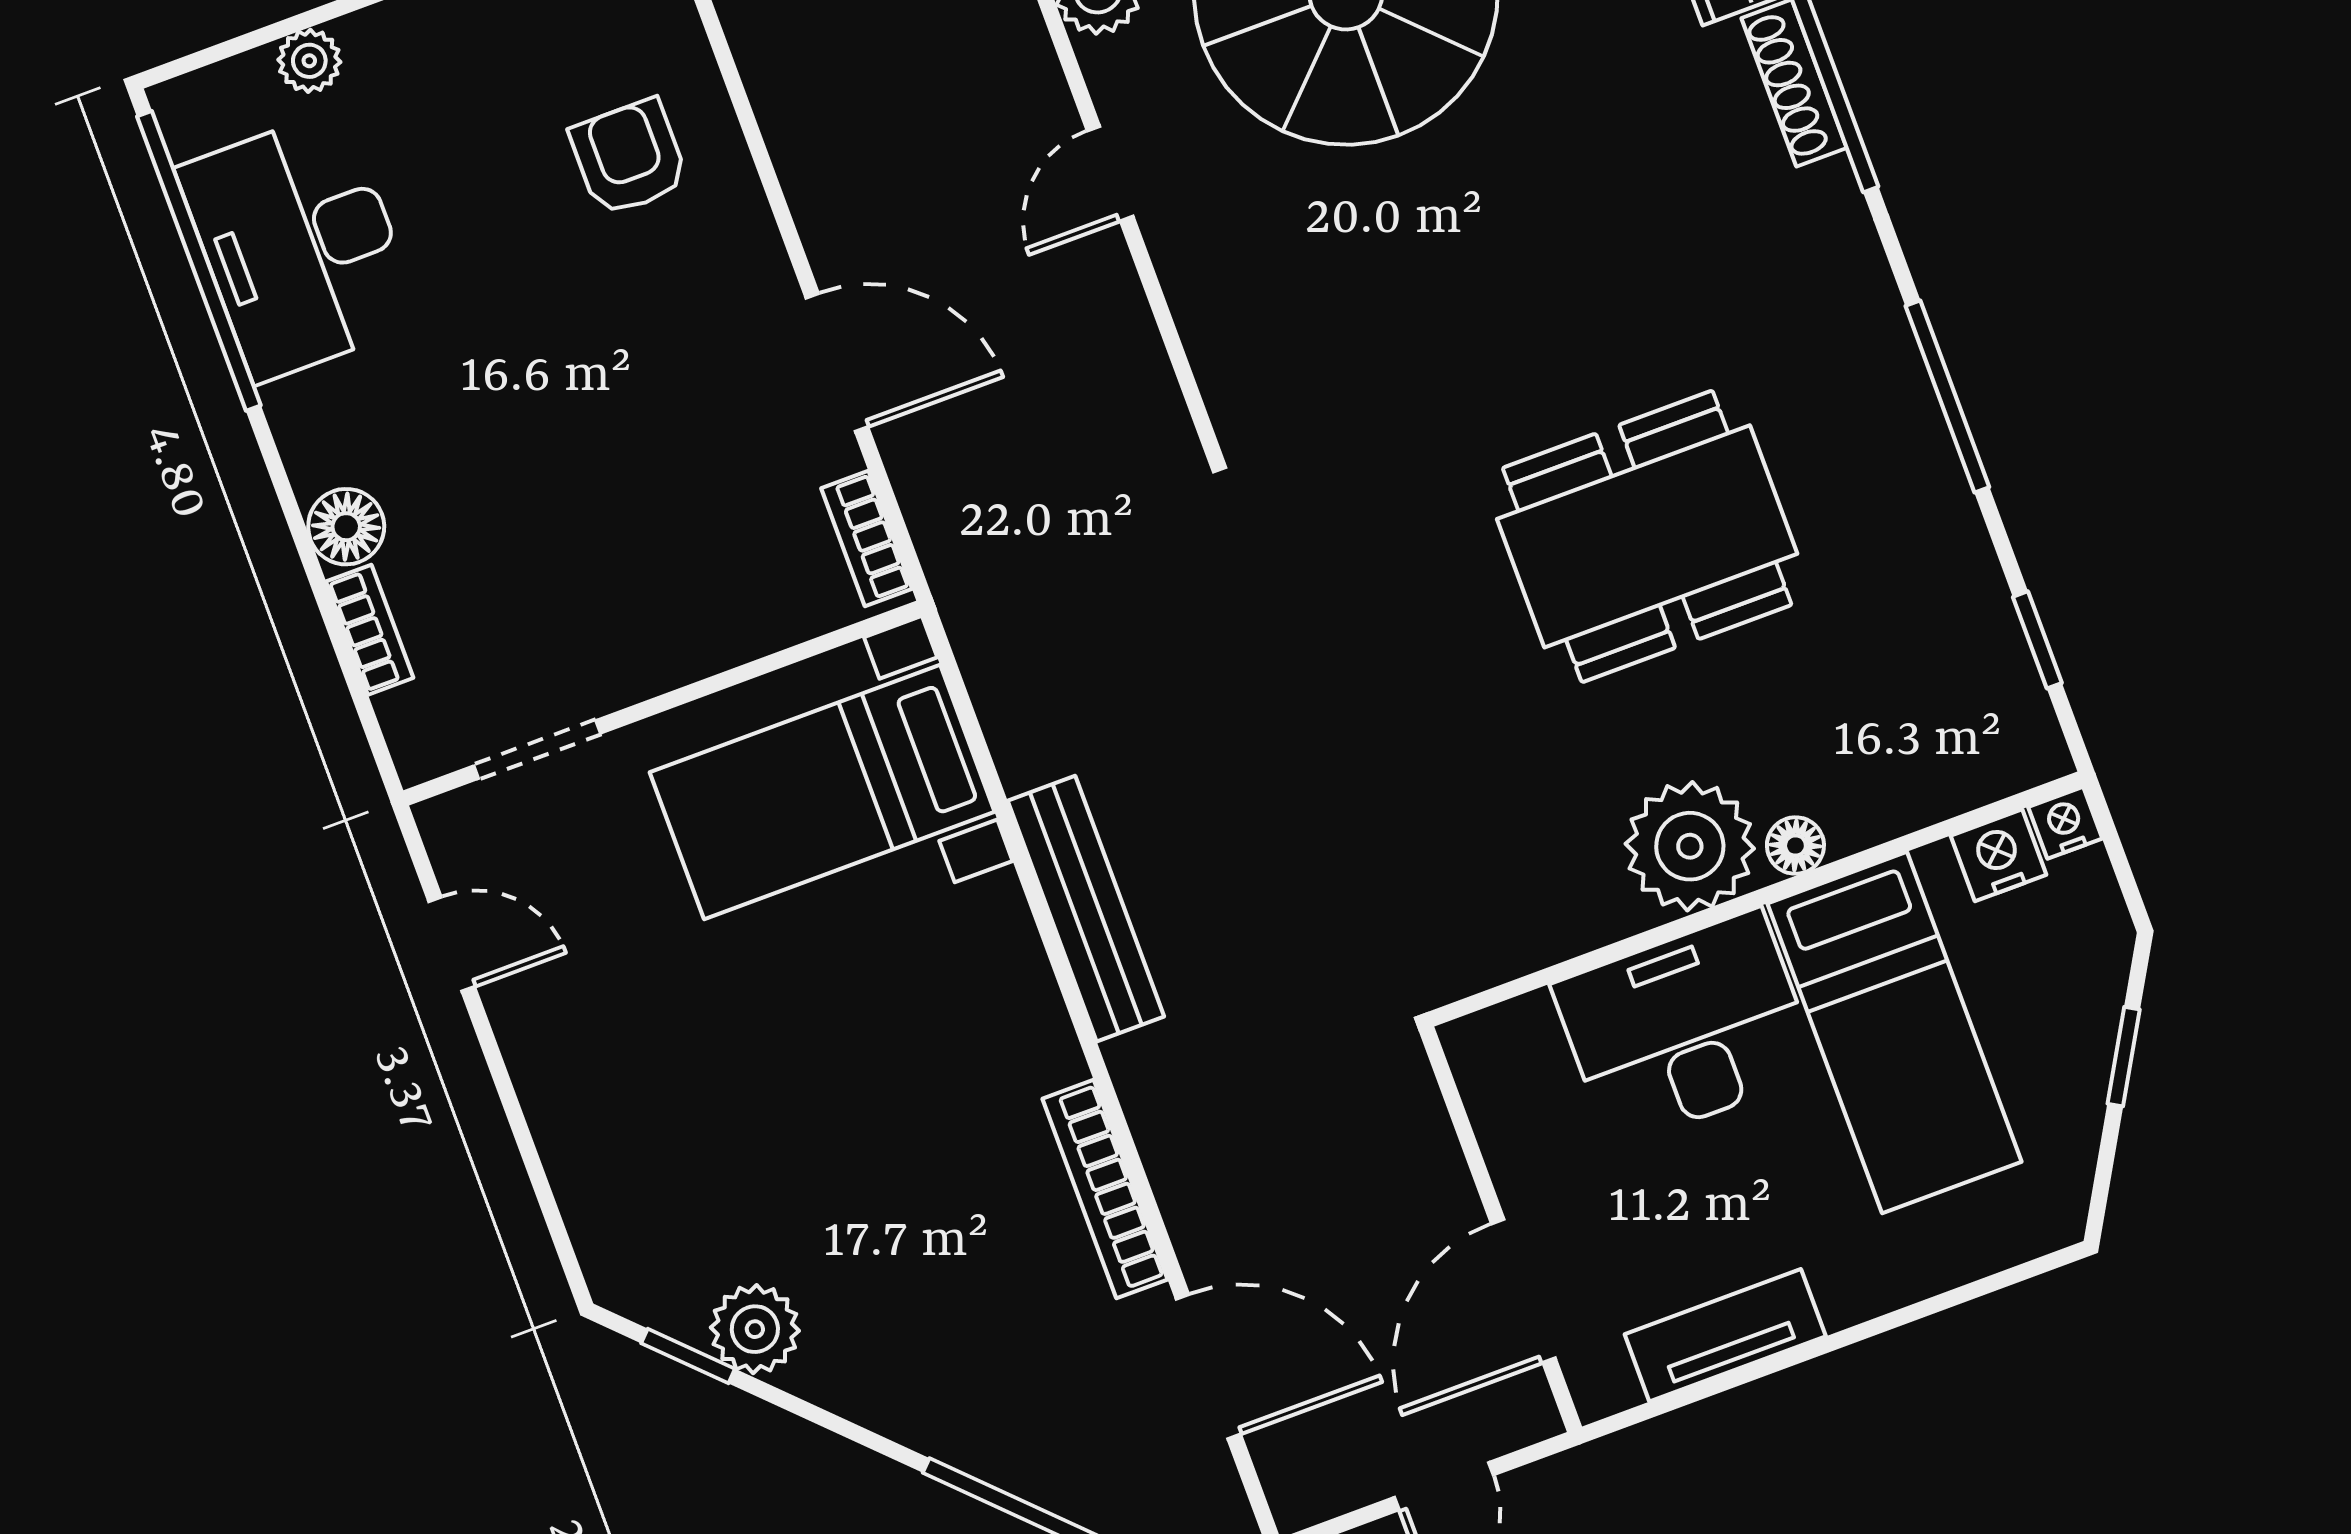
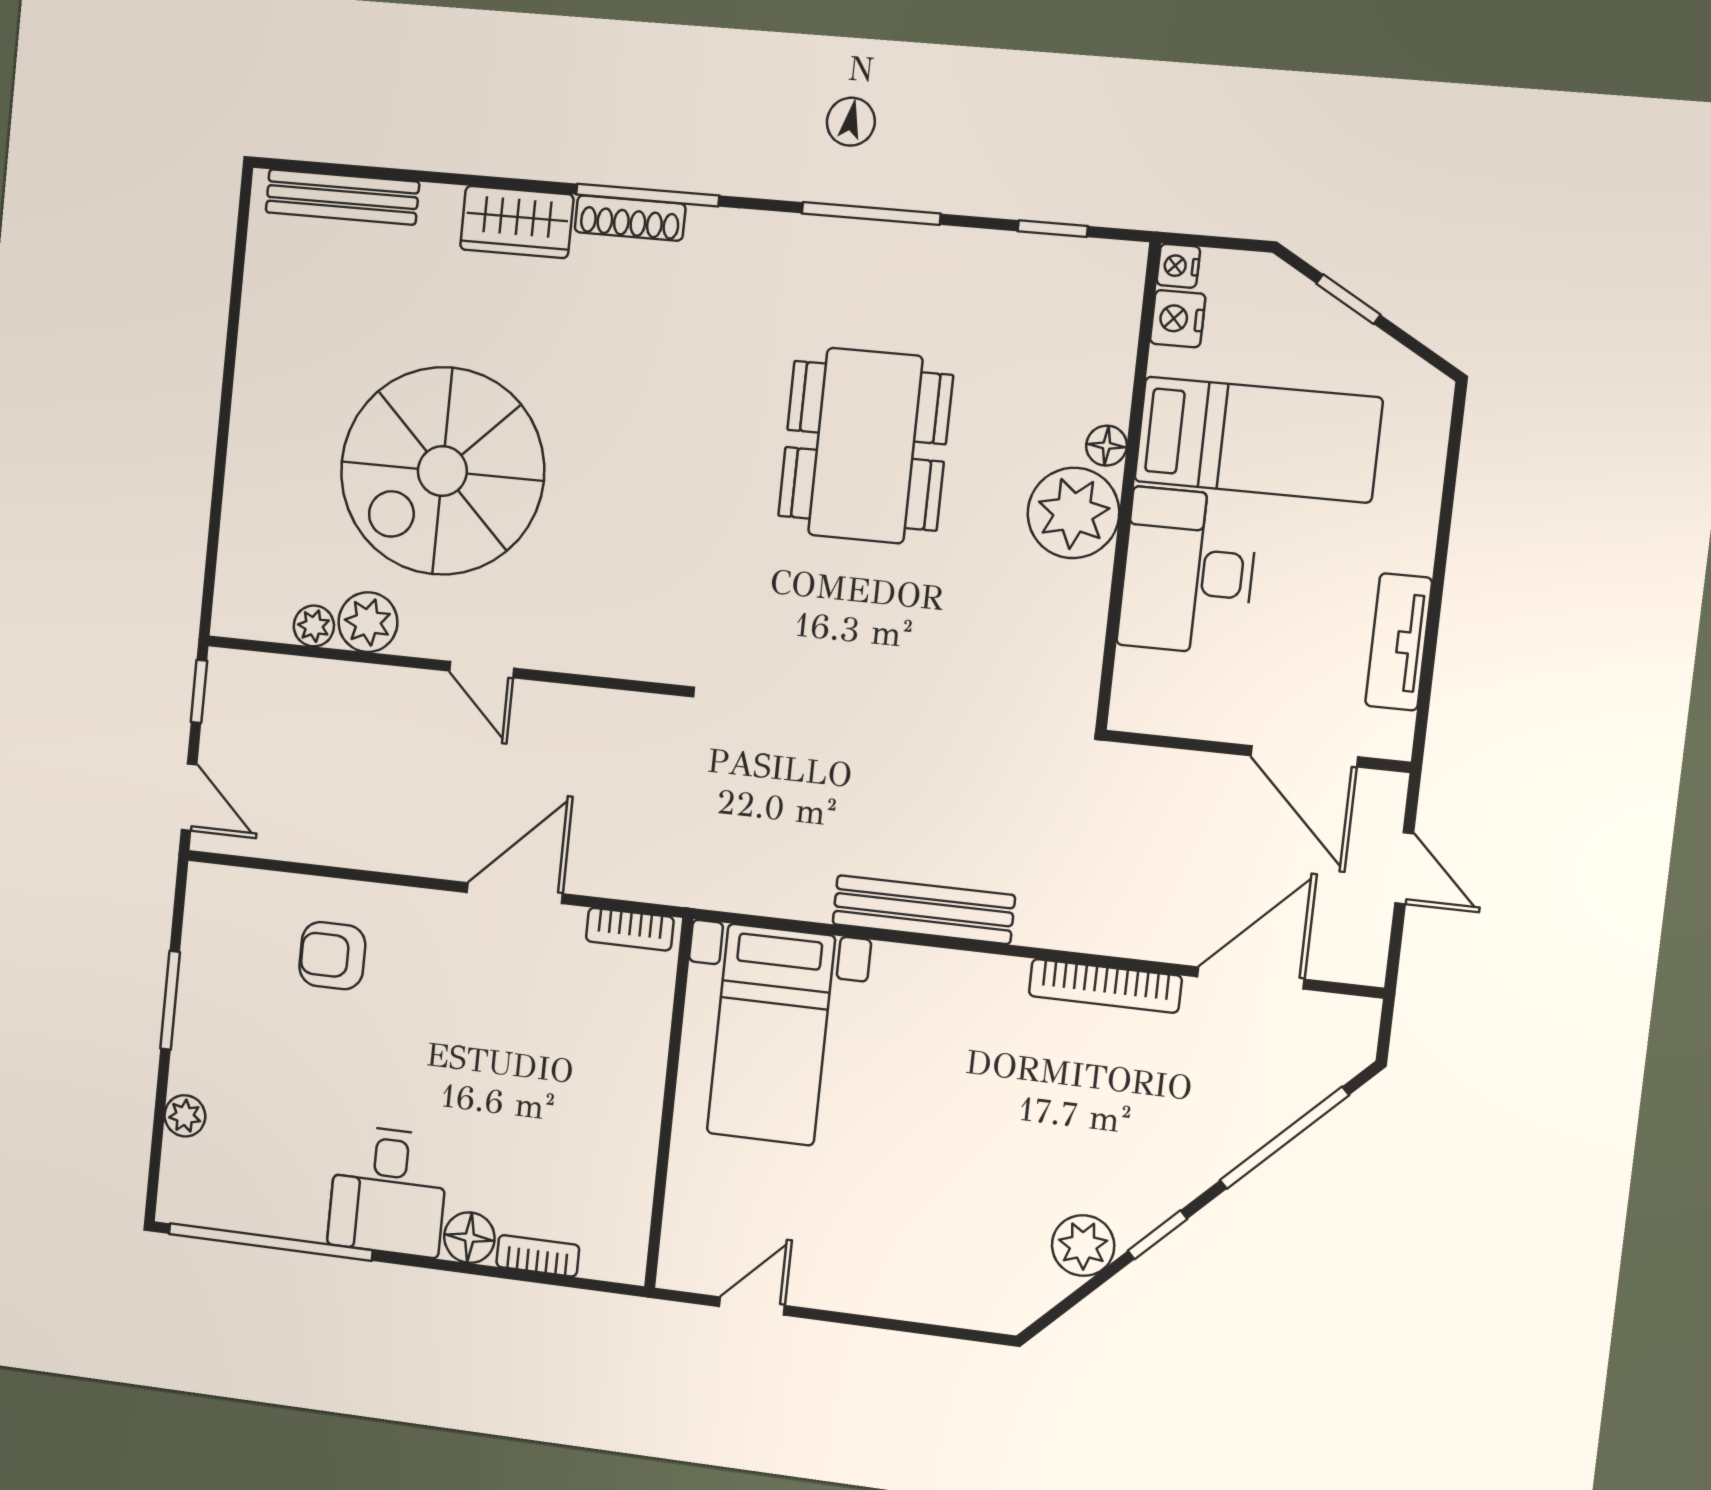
desk: (299, 245) -> (388, 1191), moved, width x0.73
doorway: (537, 749) -> (659, 1193), removed
window: (688, 1356) -> (1157, 1235), moved

